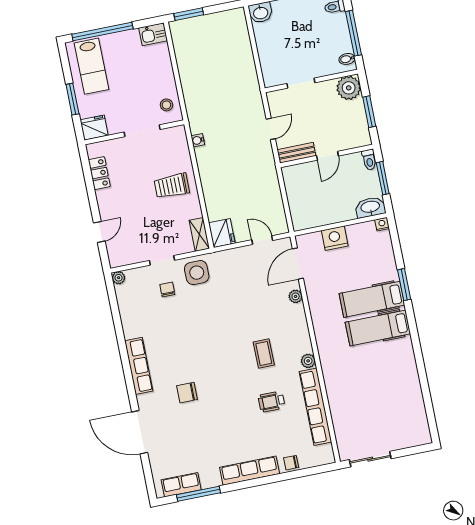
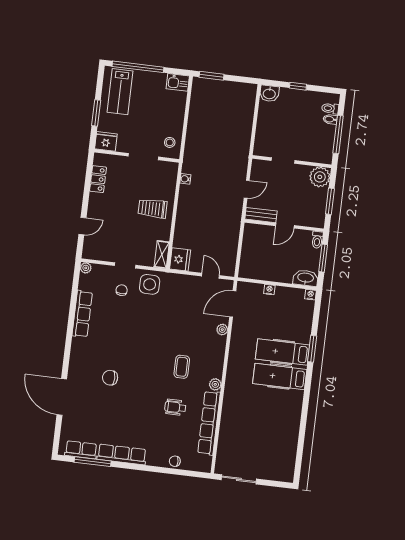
bidet: (347, 59) -> (330, 119), moved
nightstand: (335, 238) -> (269, 290), width x0.53, depth x0.56
row of seats: (139, 366) -> (82, 314), moved
row of seats: (250, 471) -> (122, 454), moved

